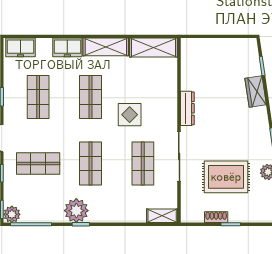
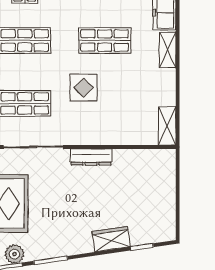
shelving: (106, 47) -> (168, 50), width x0.67, depth x0.75
shelving: (154, 47) -> (167, 126), width x0.67, depth x0.75

